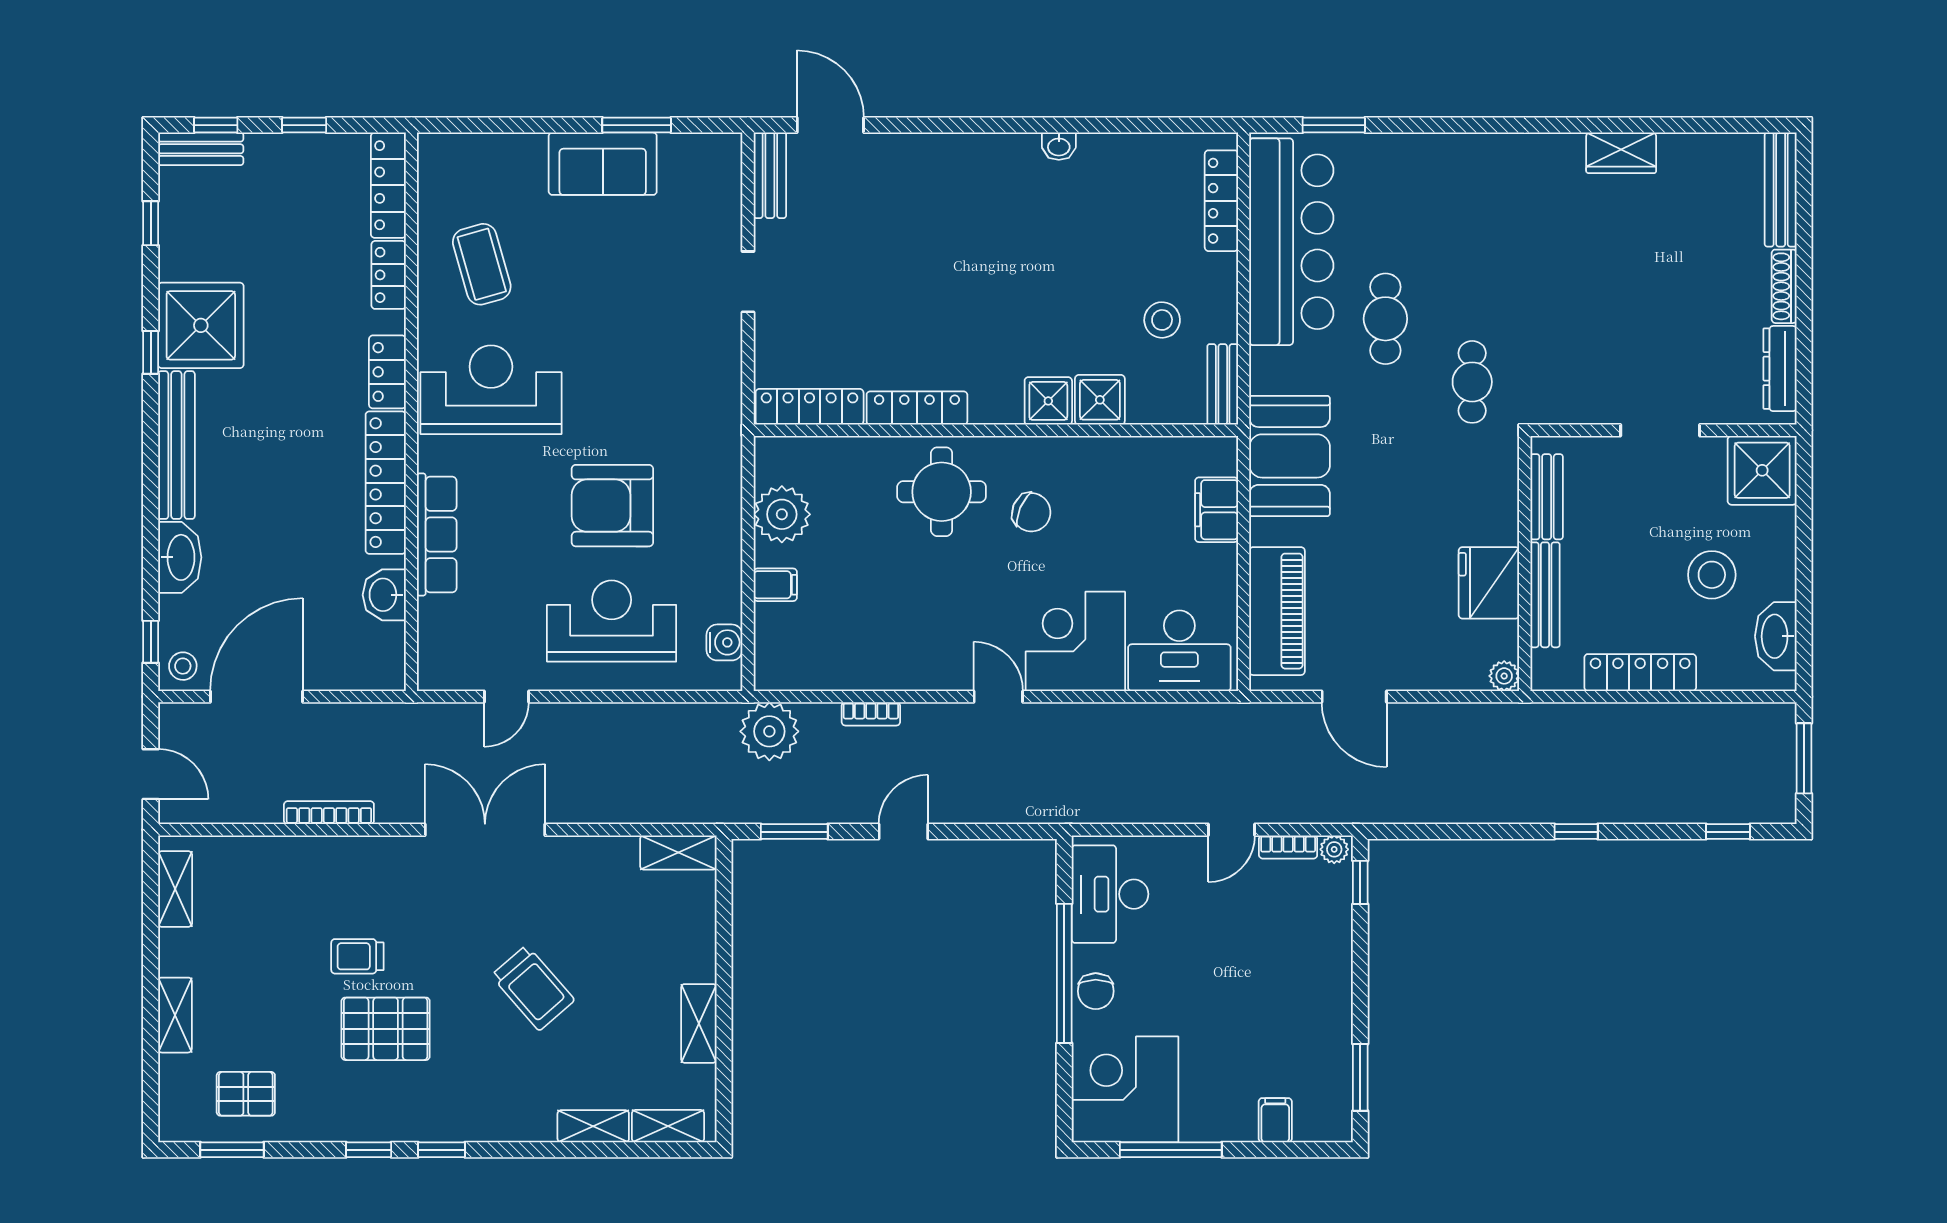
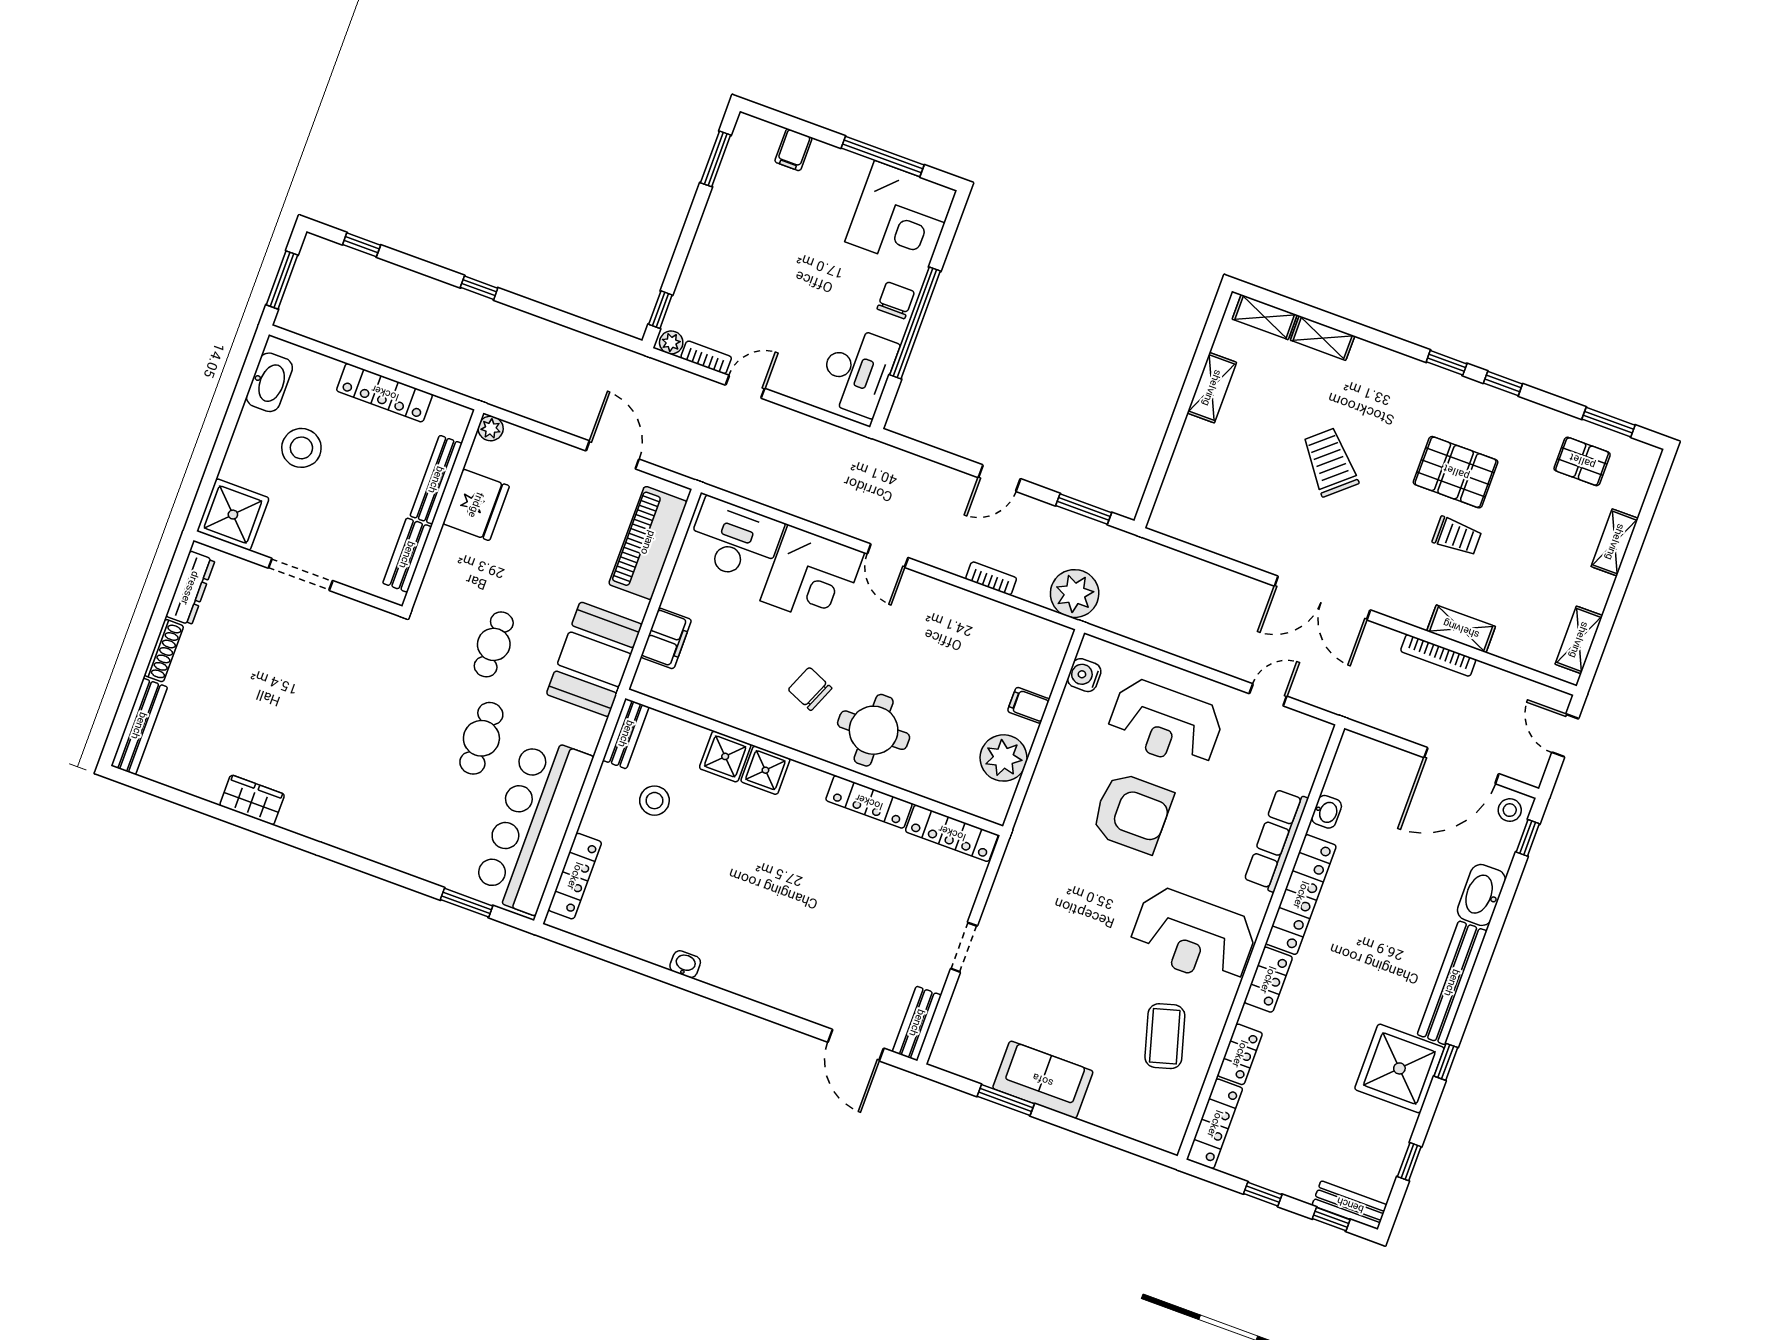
cafe table: (1472, 382) -> (494, 644), moved
washbasin: (384, 595) -> (1327, 812), width x0.72, depth x0.69
shelving: (678, 852) -> (1461, 629), moved

